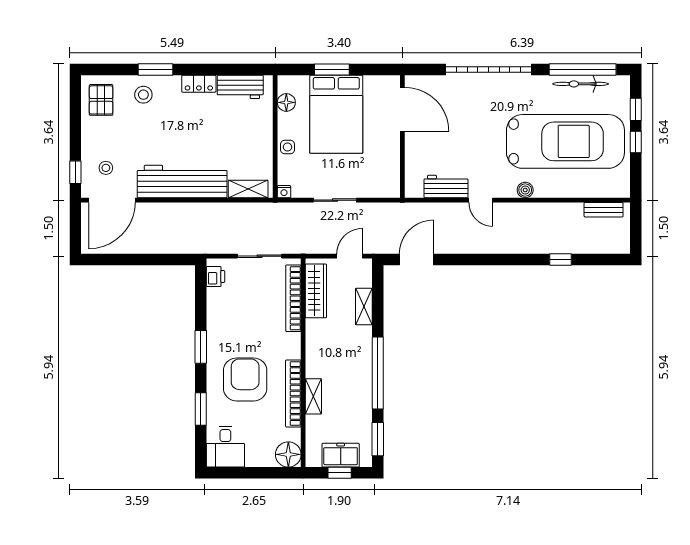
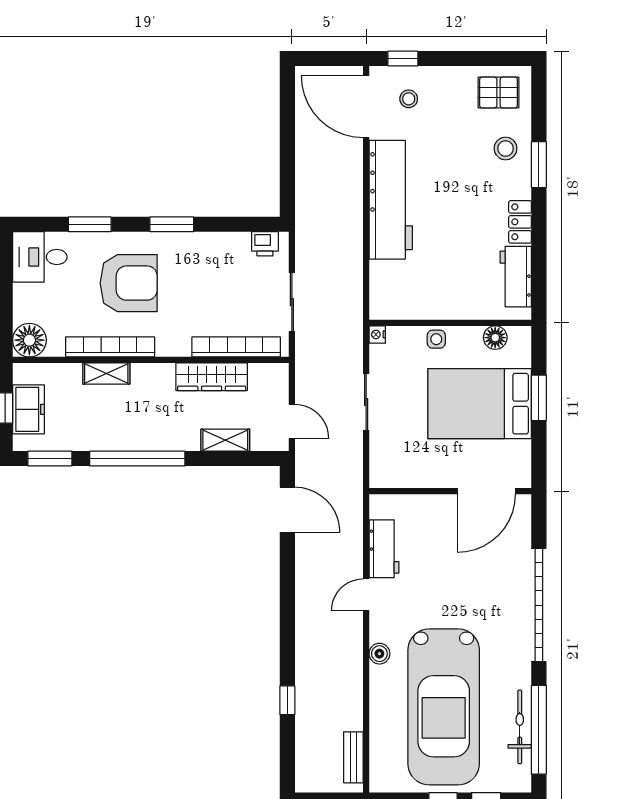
shelving: (248, 189) -> (381, 287), removed
wardrobe: (316, 291) -> (212, 377), moved

